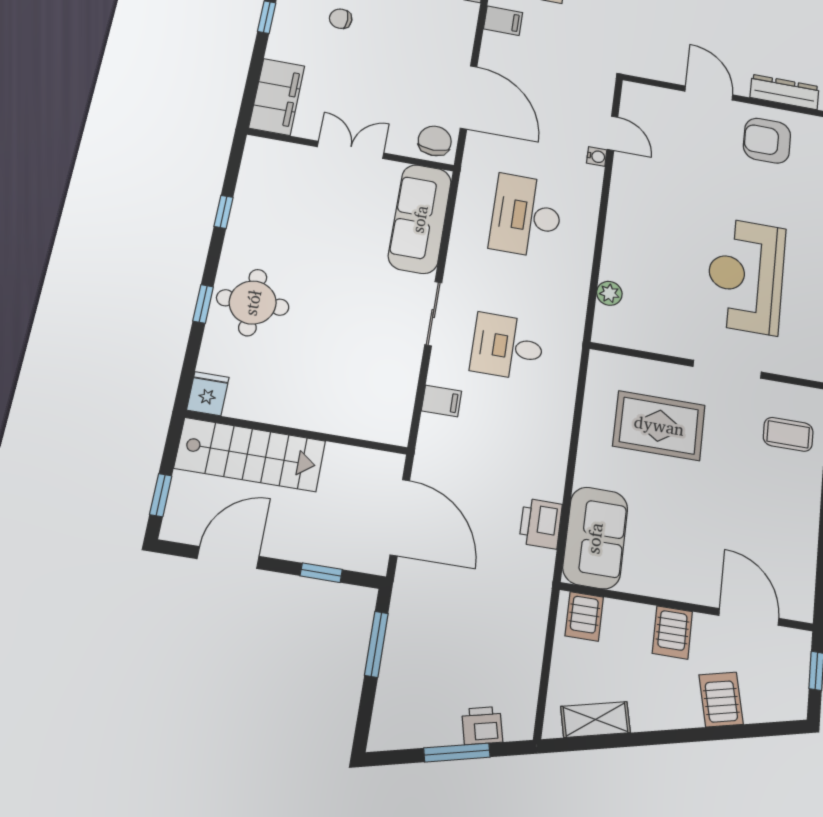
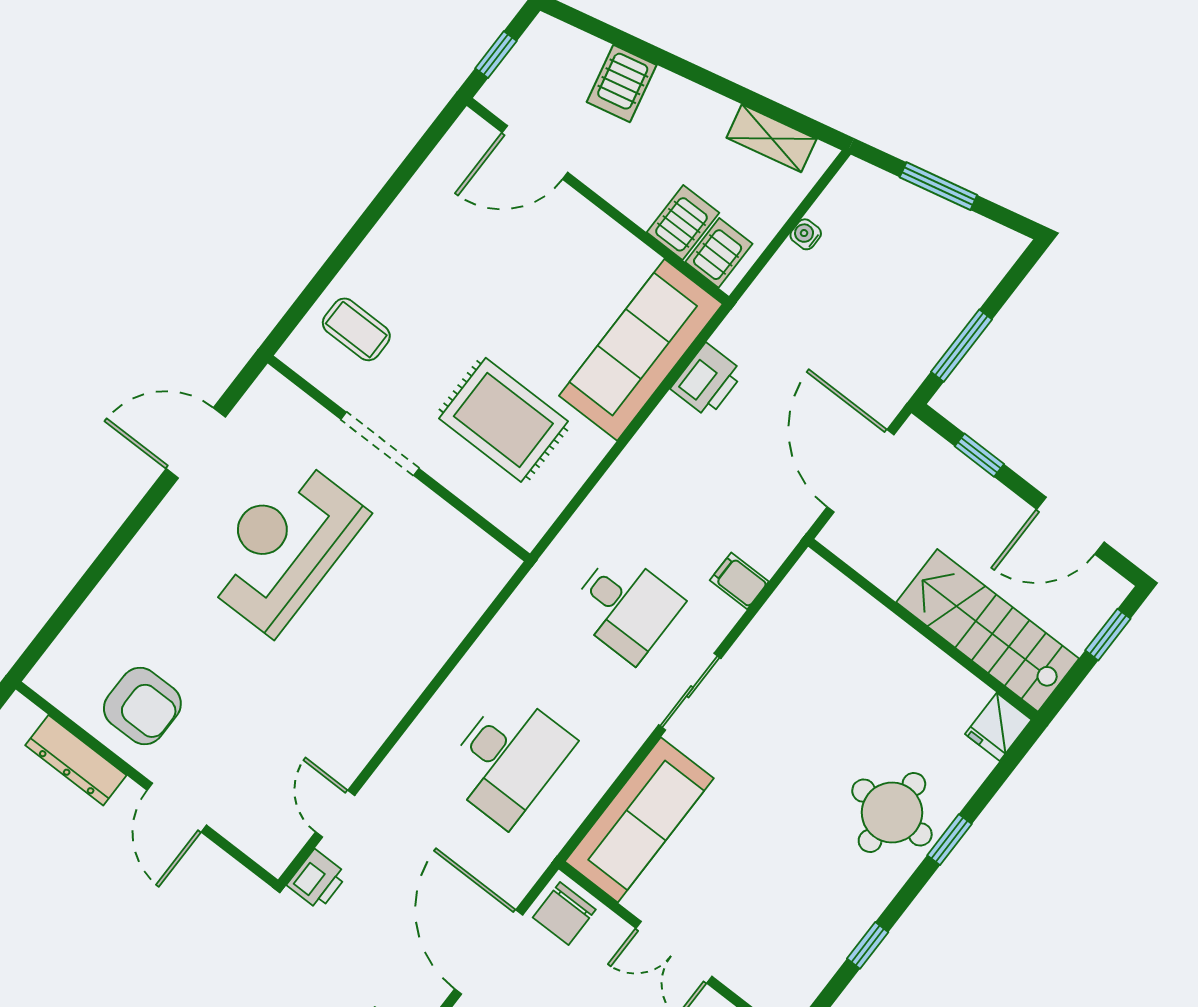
water cooler: (597, 156) -> (806, 234), moved
reception desk: (746, 276) -> (283, 546), turned 180
plant: (609, 293) -> (465, 609), removed
sofa: (595, 538) -> (641, 350), width x1.36
door: (749, 617) -> (535, 152), hinge flipped
server rack: (672, 632) -> (683, 222), moved
printer: (482, 726) -> (317, 880), moved, turned -77

